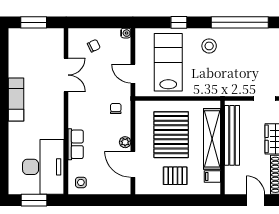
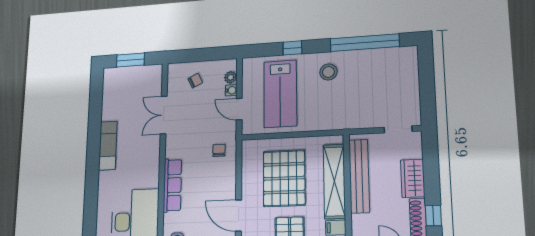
water cooler: (126, 33) -> (231, 90), moved
lab bench: (168, 62) -> (280, 94), turned 180
double door: (66, 75) -> (164, 115), swing flipped
plant: (125, 142) -> (231, 77), moved
row of seats: (76, 144) -> (172, 185), width x1.48

